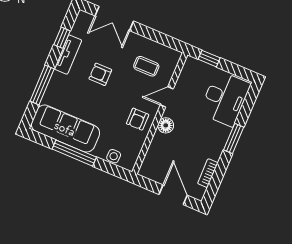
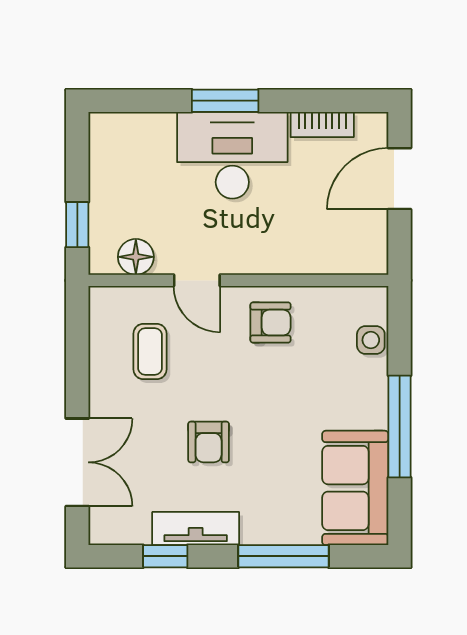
desk: (225, 98) -> (232, 155), moved
floor lamp: (166, 125) -> (136, 257), moved
sofa: (65, 129) -> (355, 488), width x0.73

